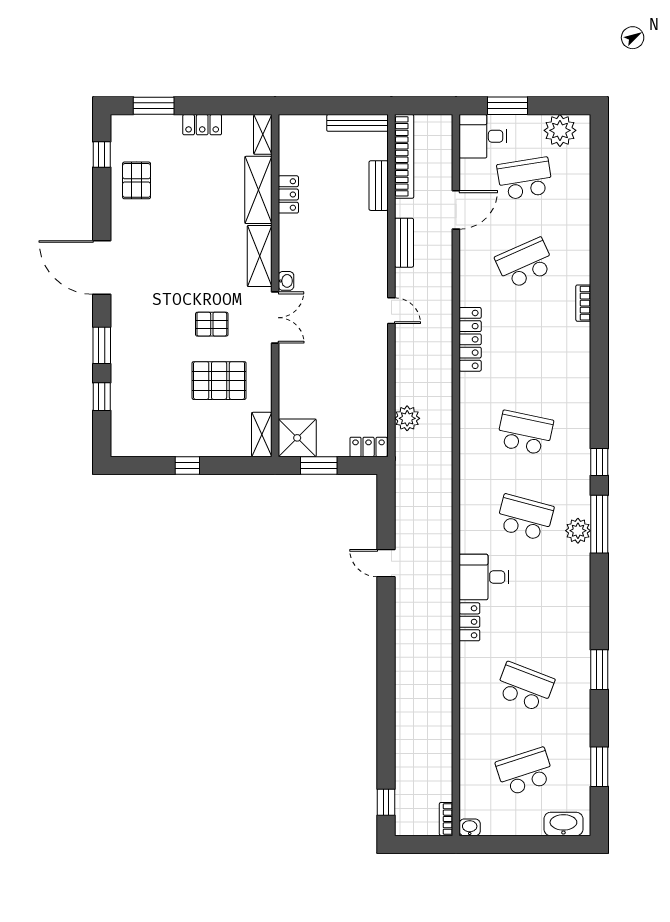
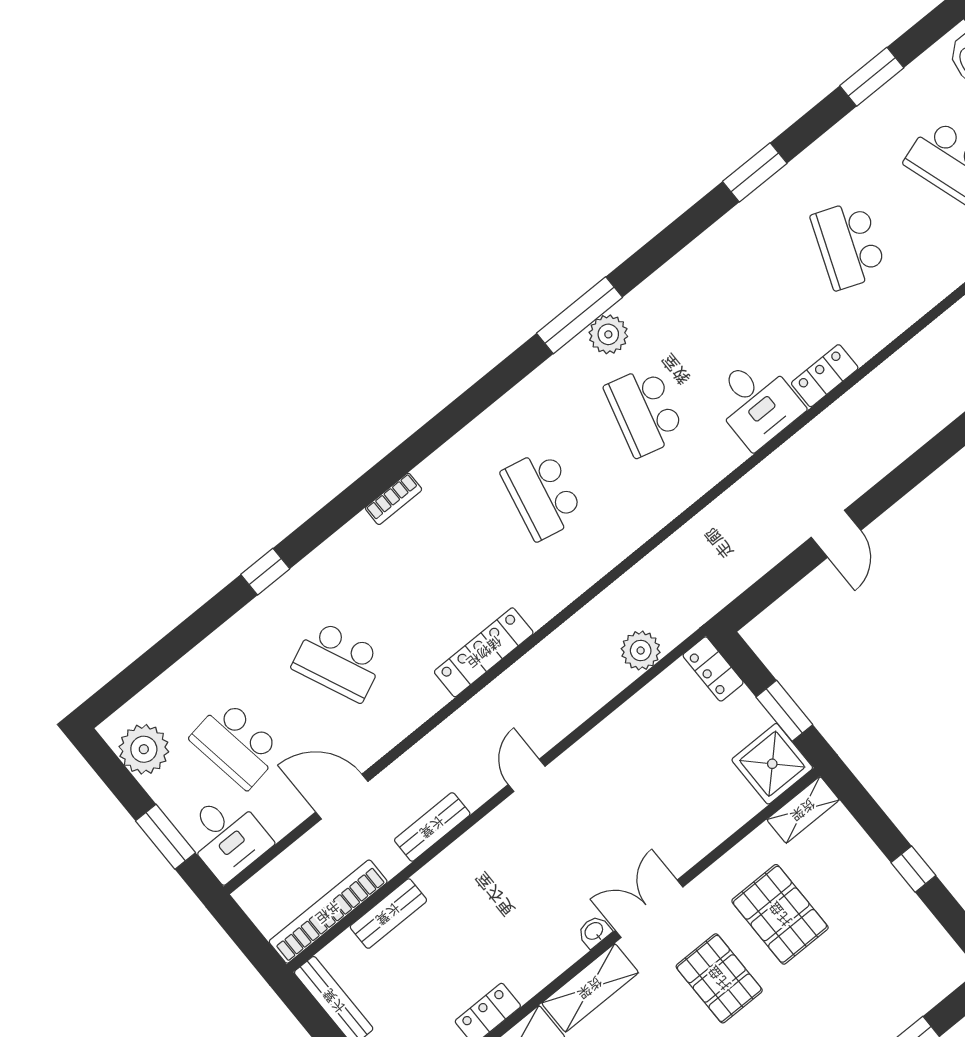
bookcase: (583, 303) -> (394, 499), moved
pallet: (212, 324) -> (719, 978), width x1.50, depth x1.42
window: (599, 462) -> (265, 572), moved

